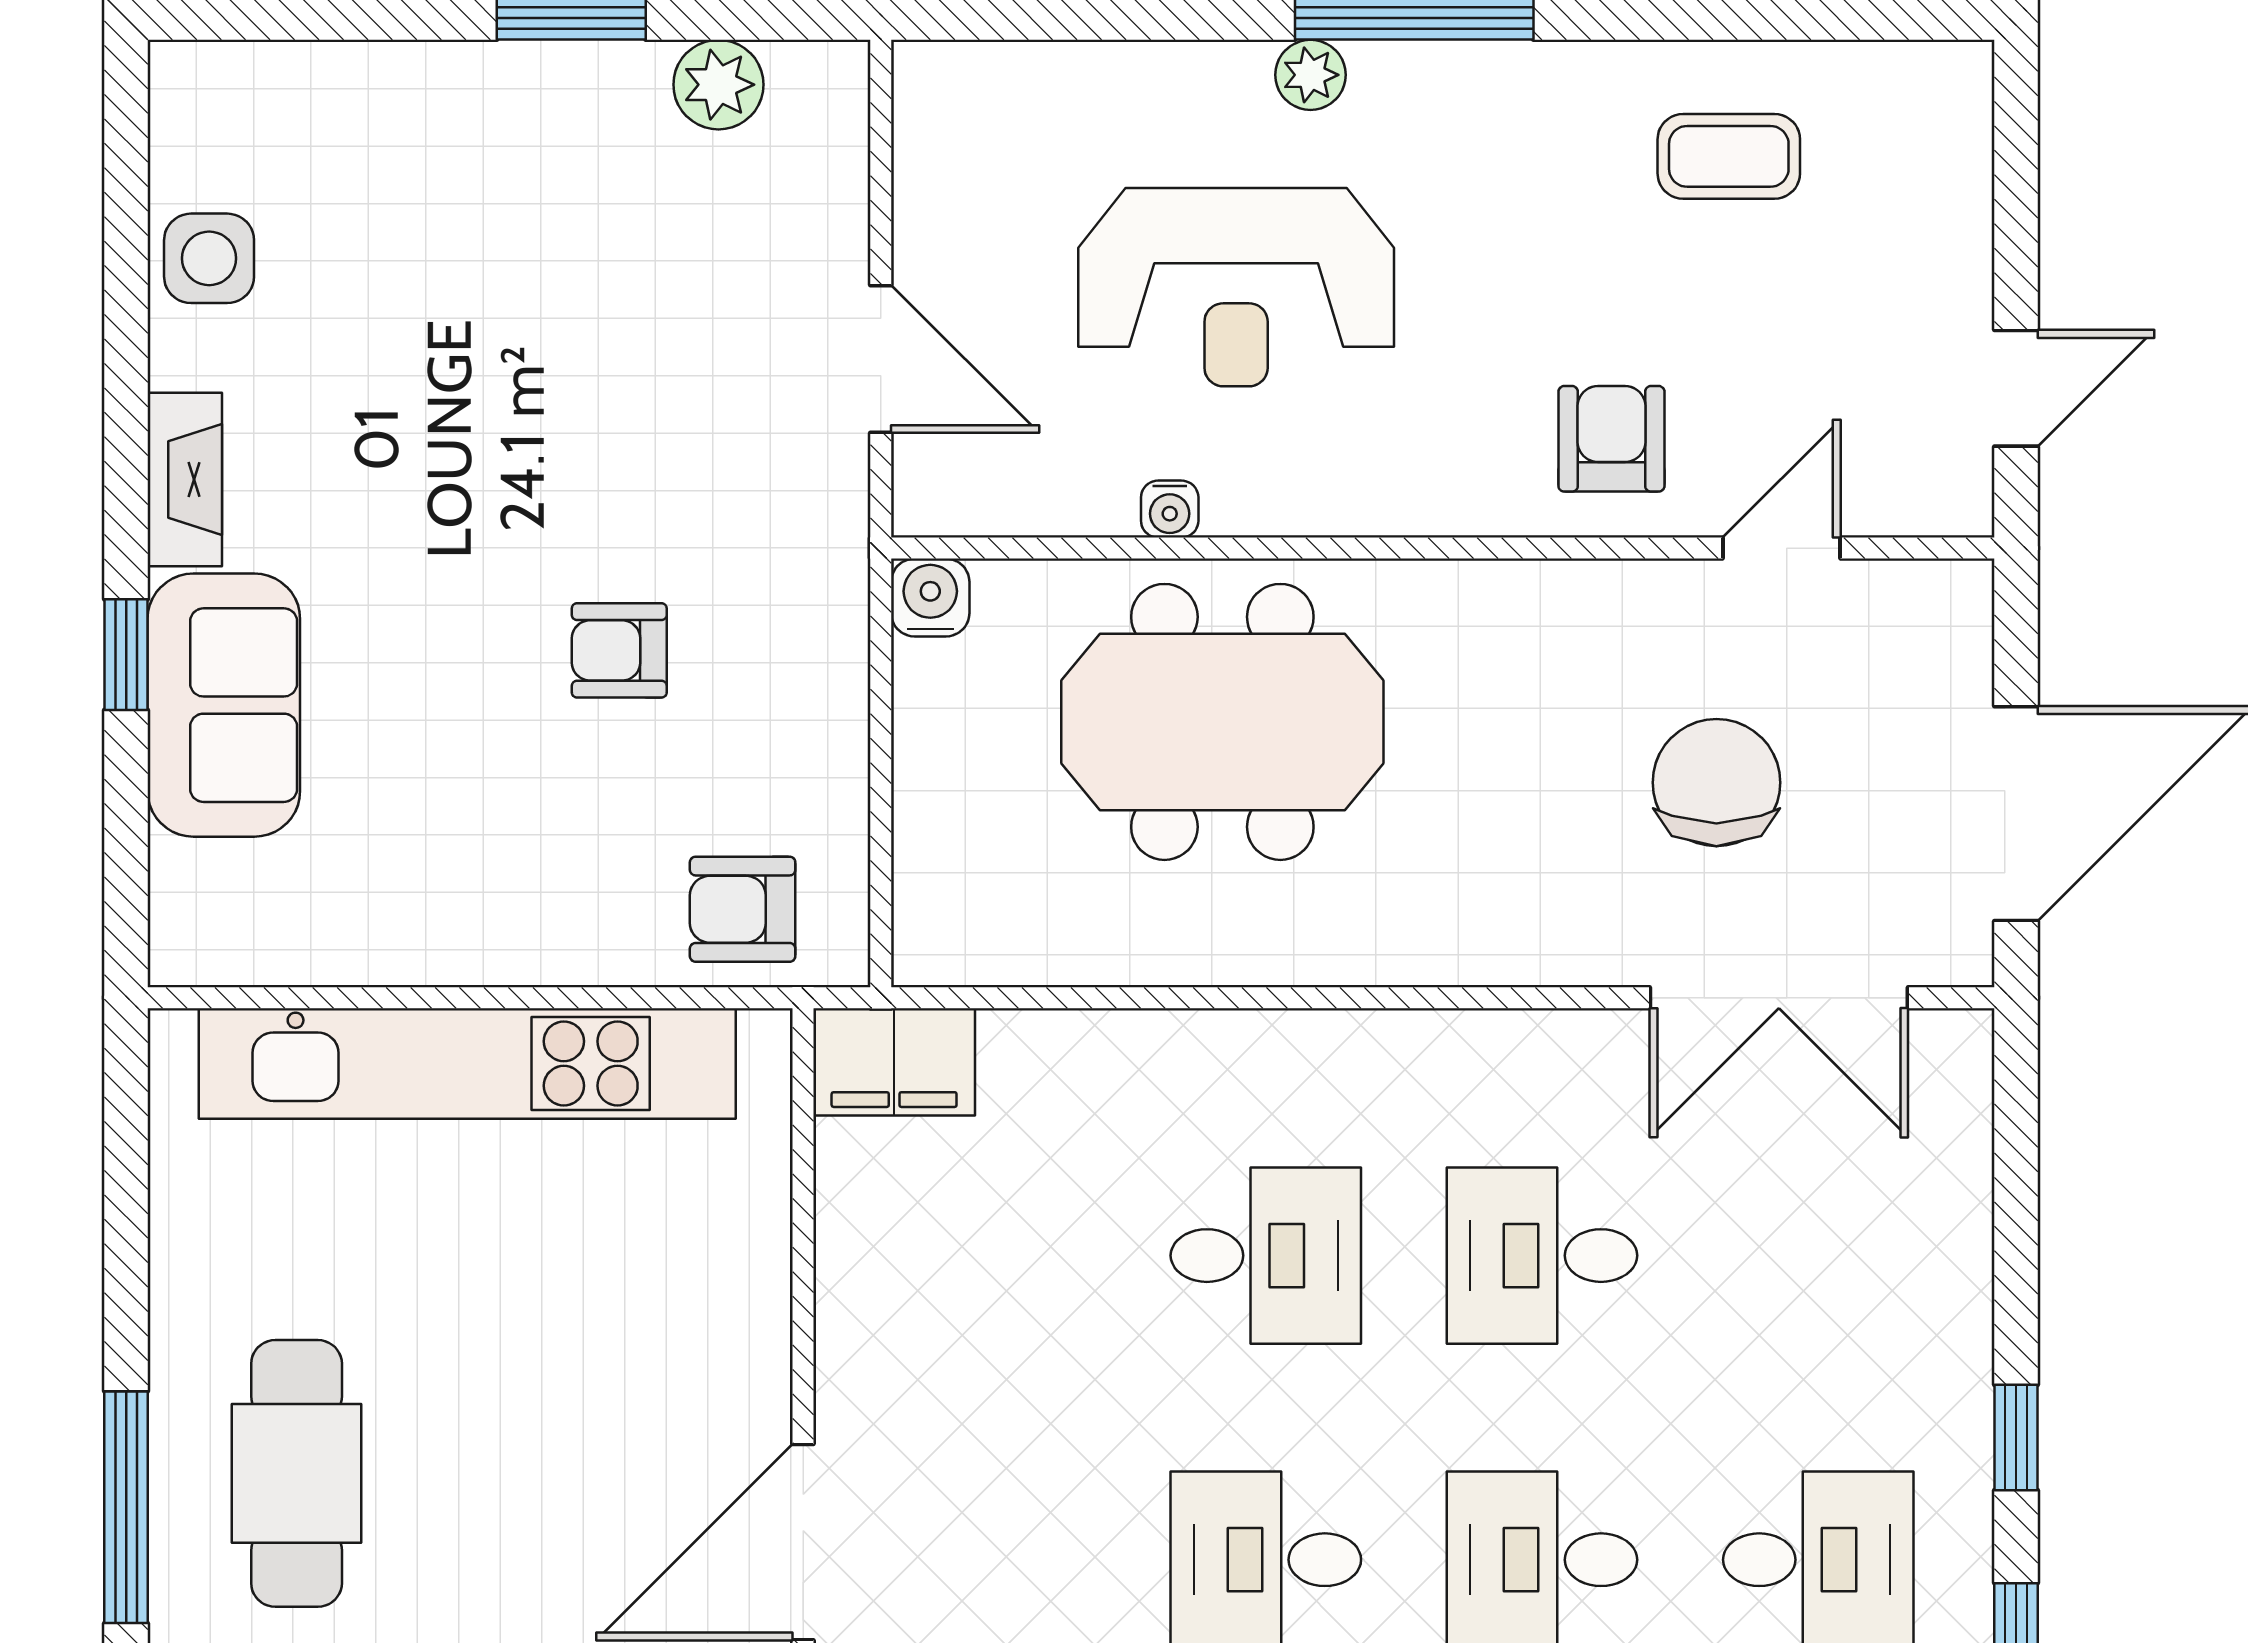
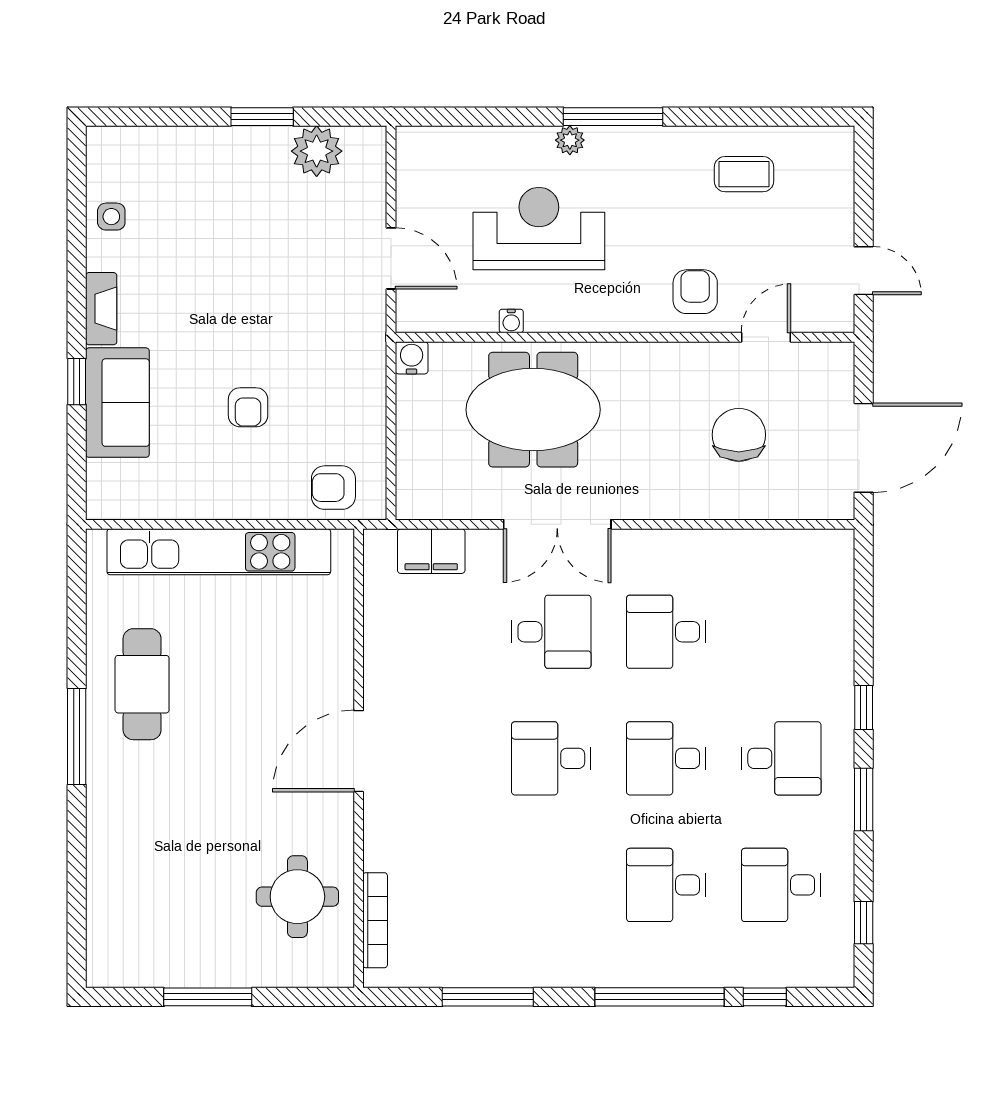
plant: (718, 85) -> (317, 151), width x1.36, depth x1.36
side table: (209, 258) -> (111, 217), width x0.73, depth x0.73
reception desk: (1236, 287) -> (539, 229), turned 180
door: (2016, 388) -> (864, 271), hinge flipped
armchair: (619, 650) -> (248, 407), moved, turned -90
double door: (1779, 998) -> (557, 524), moved
filing cabinet: (894, 1062) -> (431, 551), moved
cafe table: (297, 1473) -> (142, 684), moved

